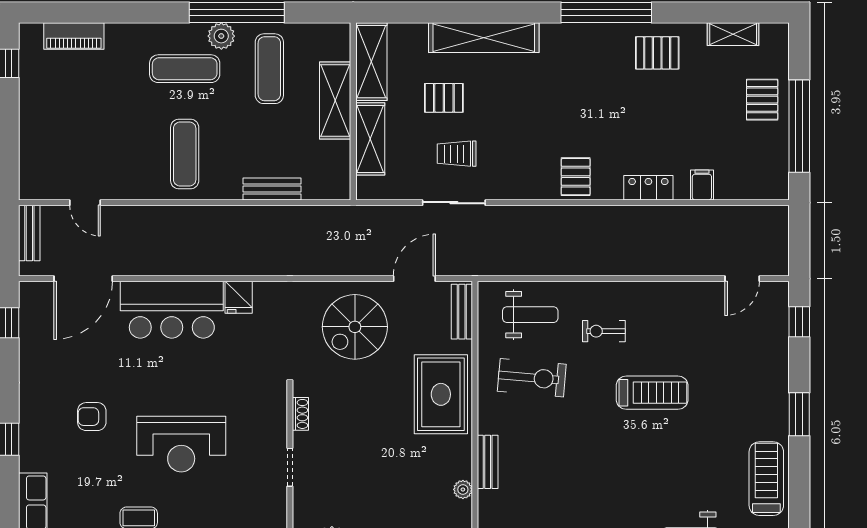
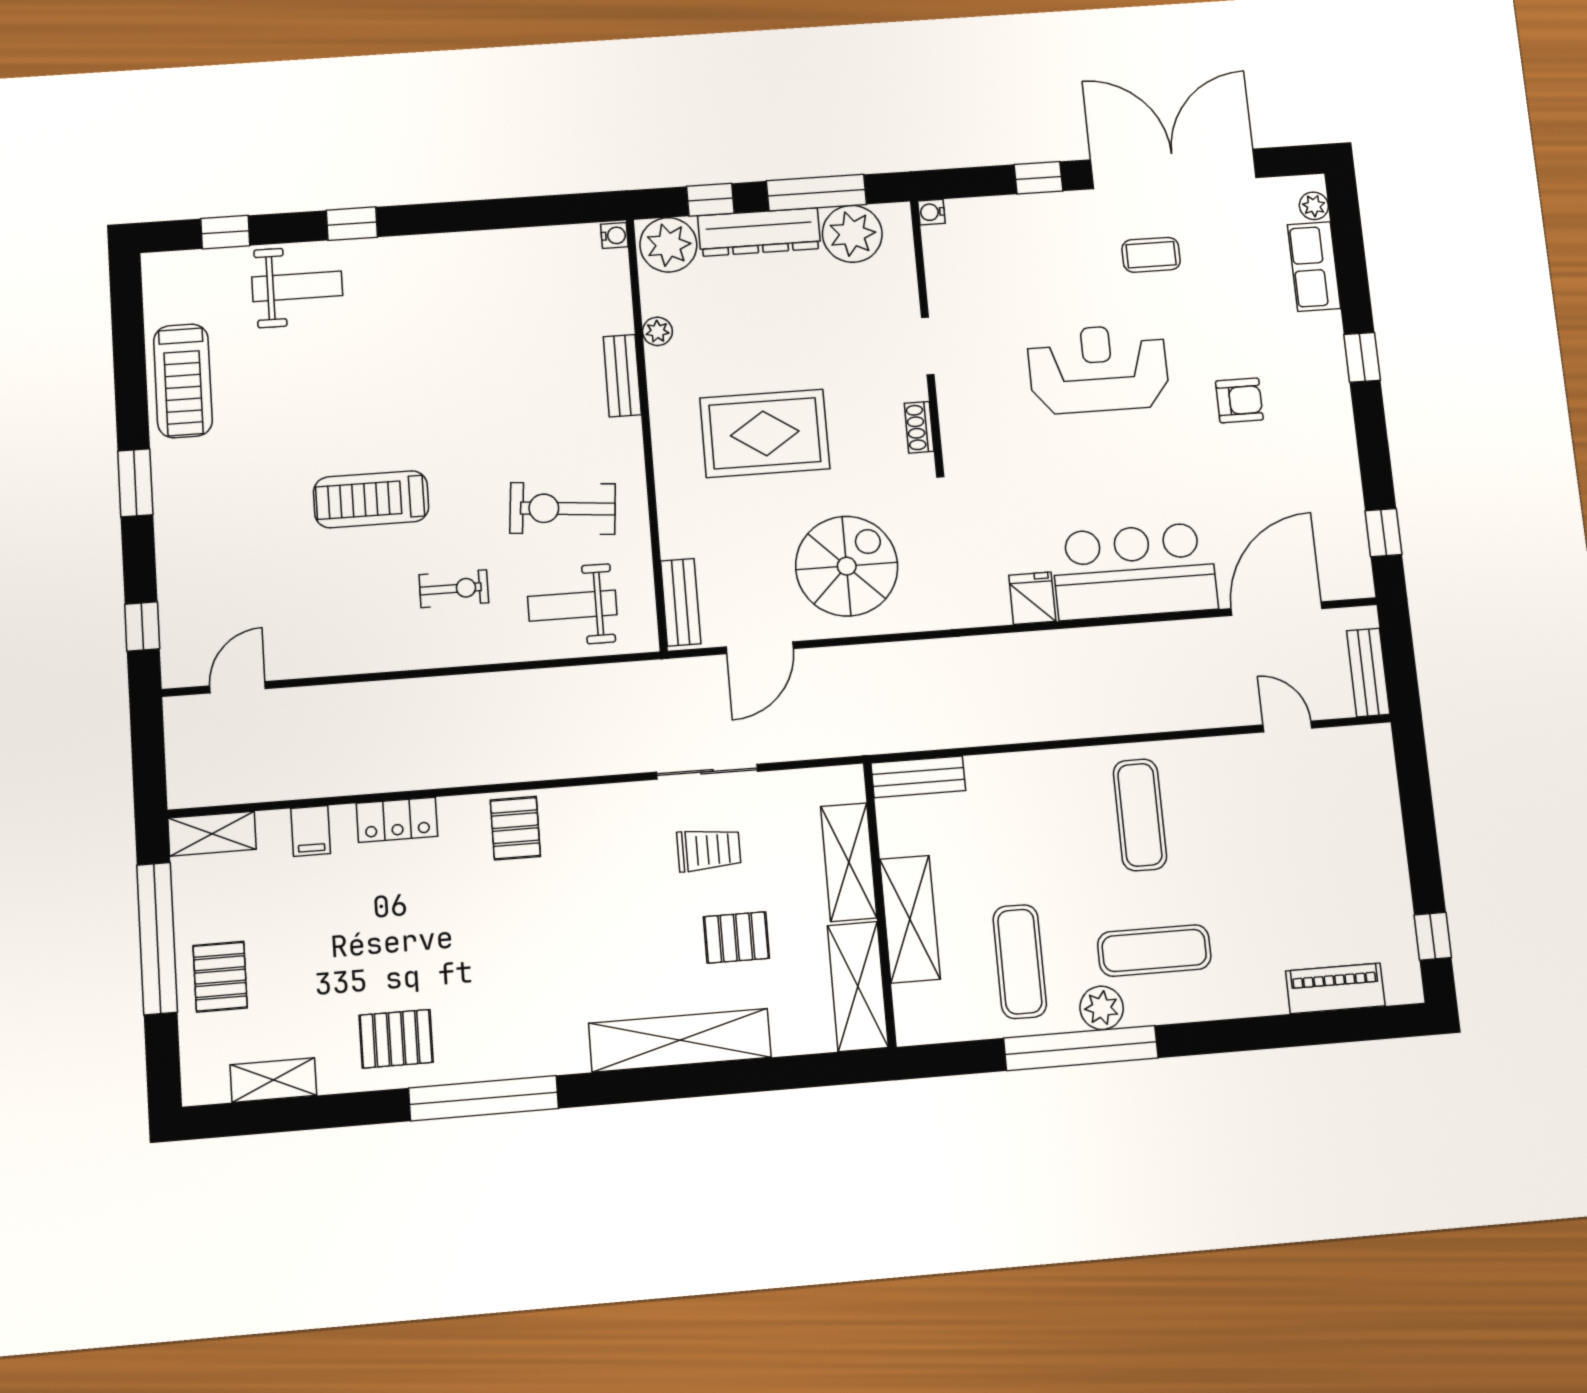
shelving: (763, 188) -> (212, 834), added
bench: (272, 189) -> (918, 777), moved
rug: (441, 394) -> (765, 433), moved, turned 90

